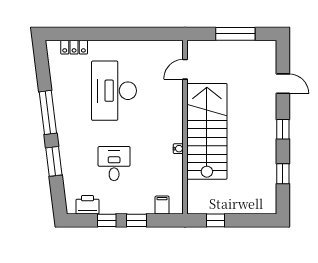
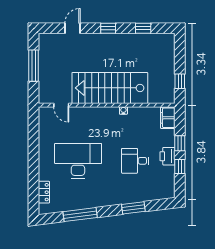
desk: (114, 91) -> (78, 161), turned 180
window: (48, 112) -> (80, 215), moved
printer: (88, 205) -> (167, 156), moved
filing cabinet: (162, 205) -> (168, 118), width x2.00

